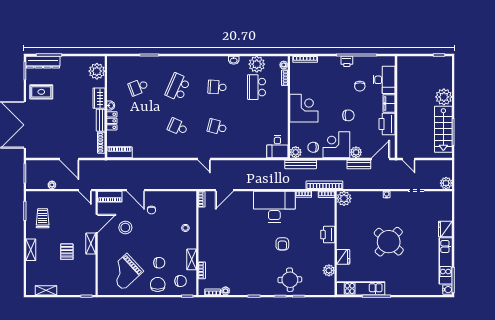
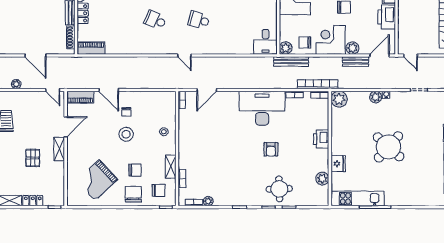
plant: (377, 197) -> (376, 97), added
stool: (125, 228) -> (126, 134), moved
locker: (67, 290) -> (33, 201), added

